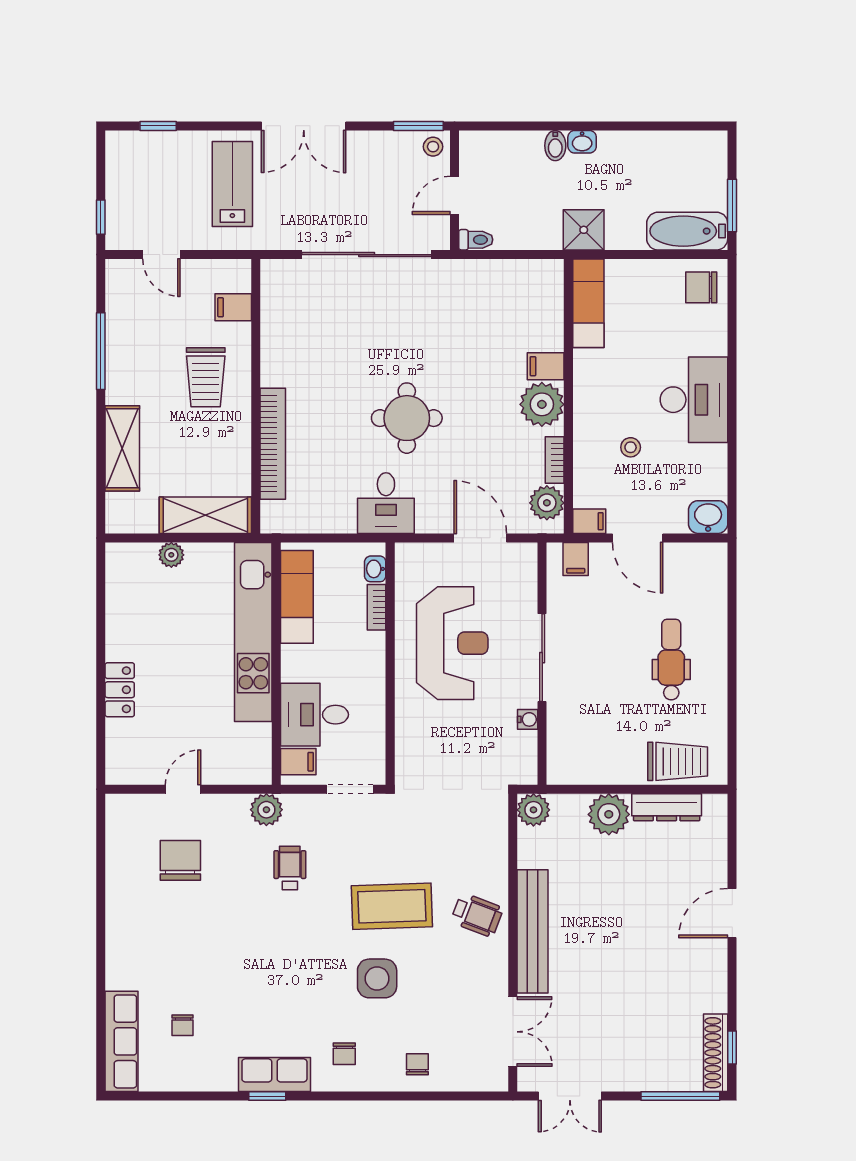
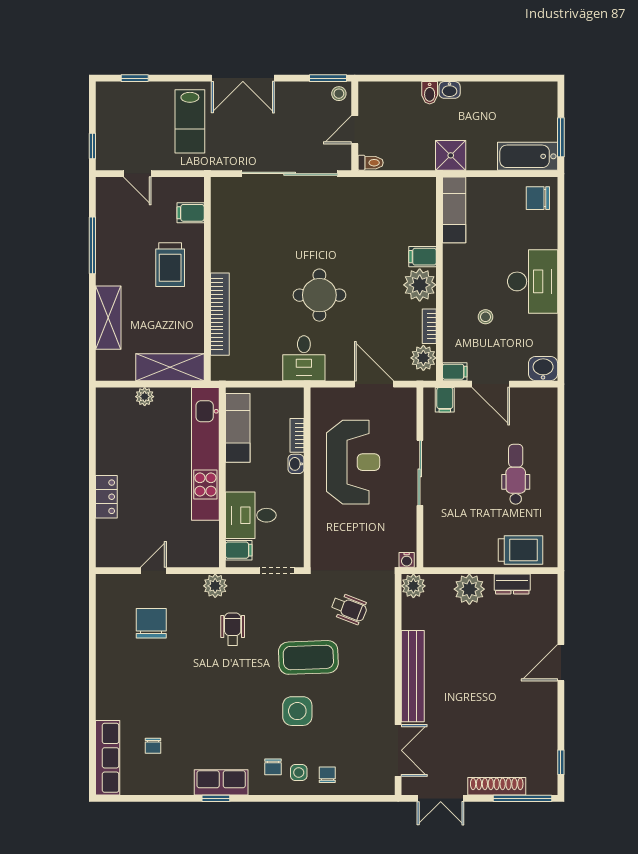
lab bench: (232, 184) -> (190, 121), turned 180
washbasin: (375, 569) -> (296, 464), moved
water cooler: (528, 719) -> (407, 560), moved, turned 90
dresser: (667, 807) -> (512, 584), width x0.70
wheelchair: (477, 915) -> (349, 609), moved
shoe rack: (716, 1053) -> (497, 786), moved, turned 90
side table: (379, 1061) -> (299, 773), added

